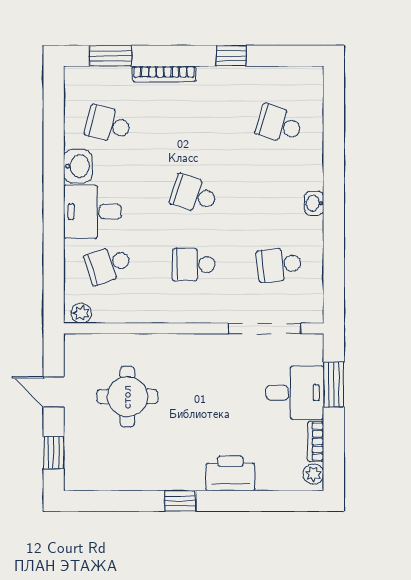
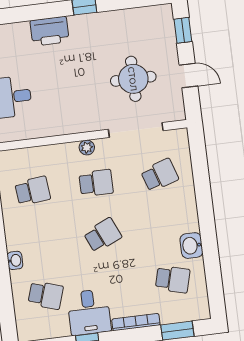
school desk: (194, 195) -> (103, 235), turned -42
washbasin: (314, 203) -> (15, 260), moved
desk: (93, 212) -> (89, 312), moved, turned 90
plant: (81, 313) -> (87, 147), moved
doorway: (264, 328) -> (136, 130), moved

